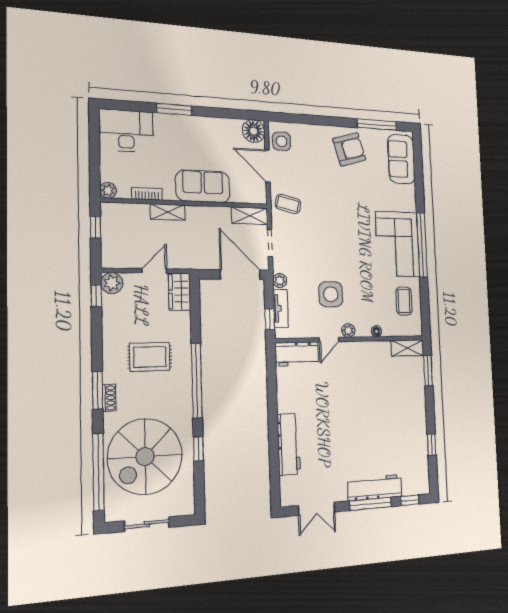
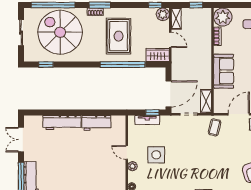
plant: (108, 190) -> (223, 17), width x1.87, depth x1.87
shelving: (168, 212) -> (176, 19), moved
plant: (280, 281) -> (165, 120), removed
window: (270, 319) -> (152, 113), moved
workbench: (297, 354) -> (96, 123), moved, turned -90
rug: (150, 357) -> (119, 36), width x1.36, depth x1.43
window: (197, 381) -> (123, 65), moved
window: (198, 449) -> (46, 65), moved

